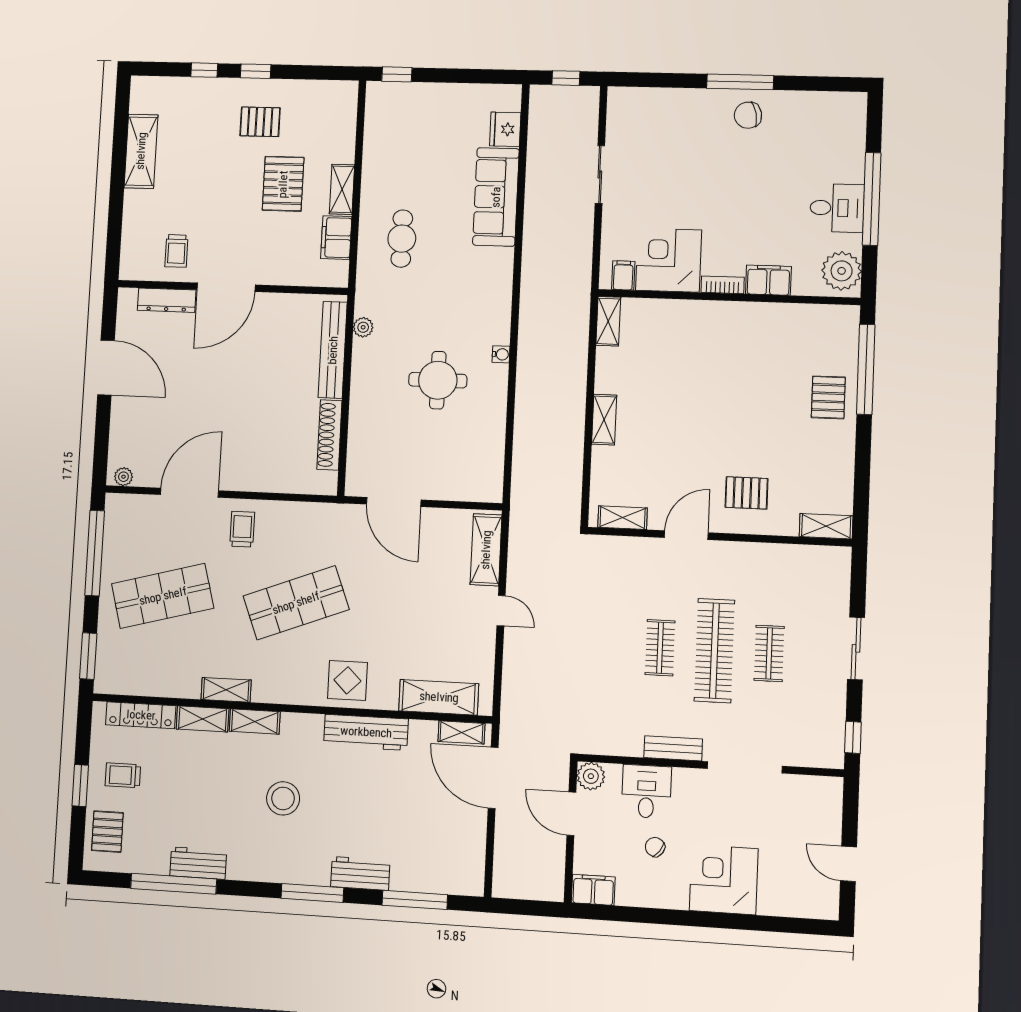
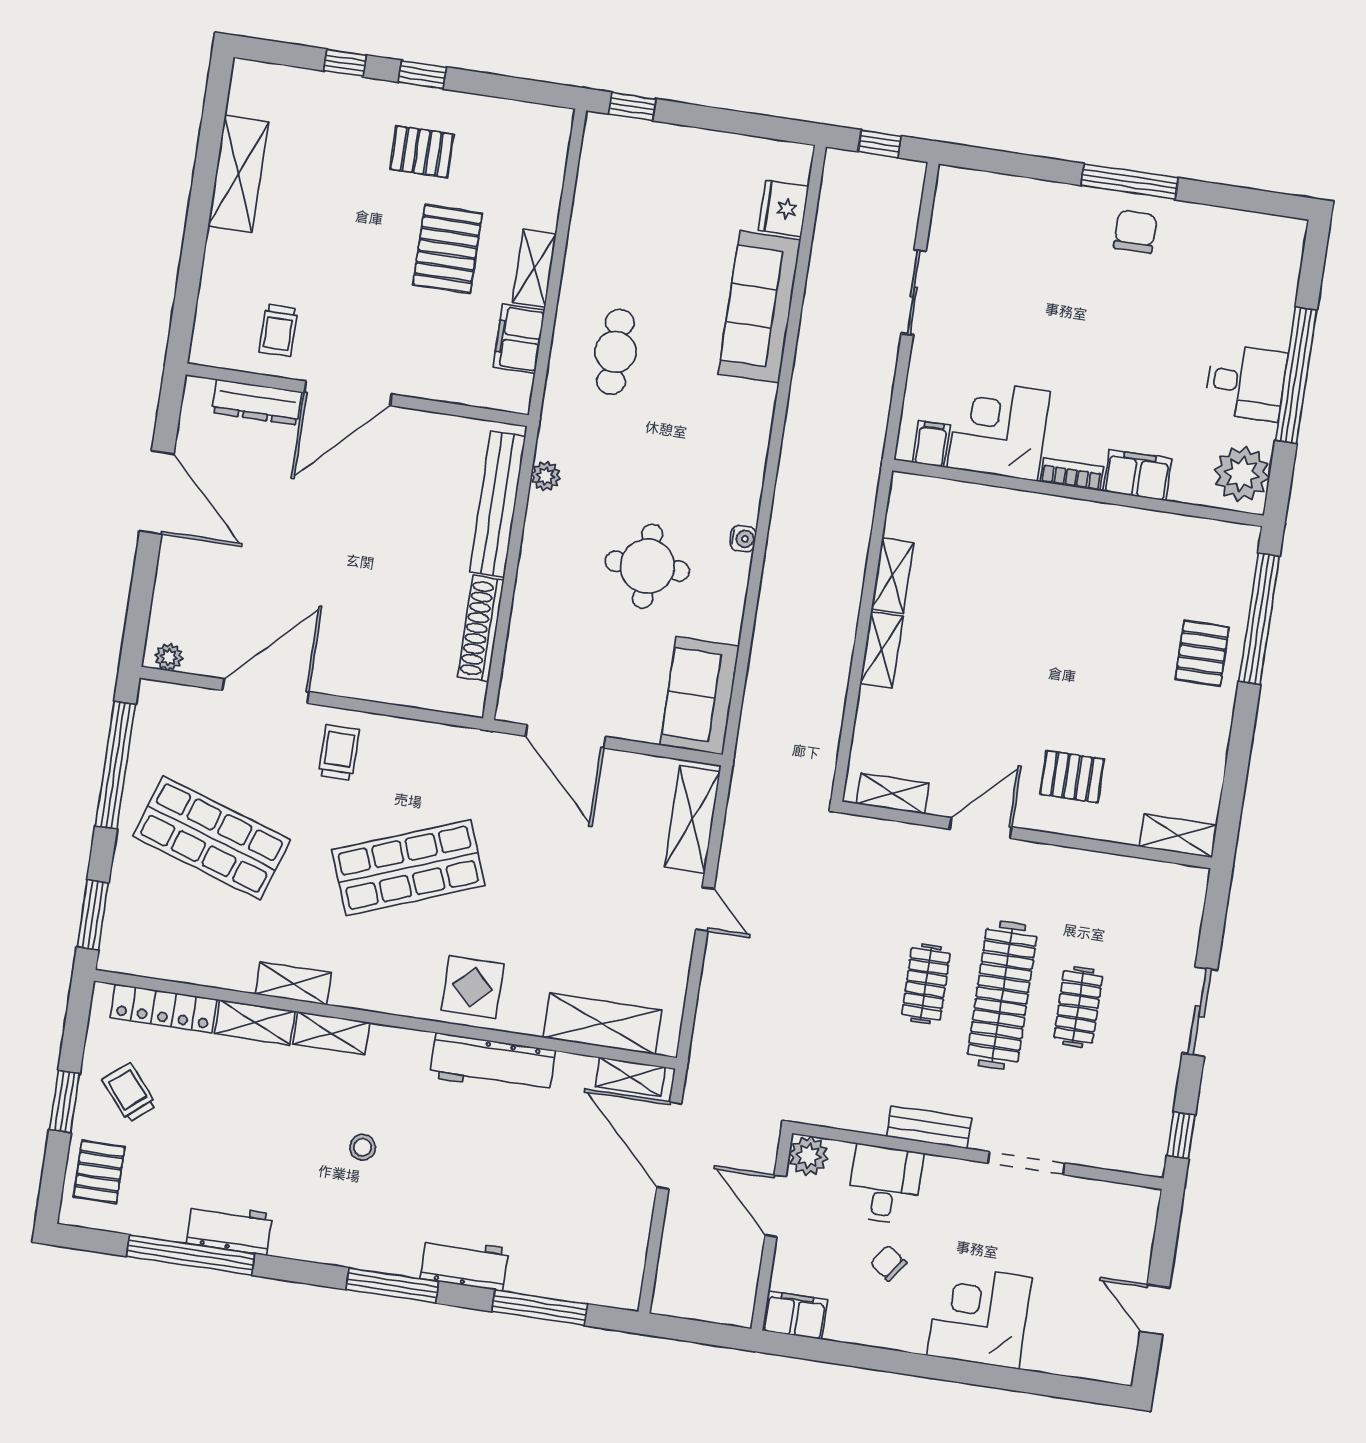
chair: (748, 115) -> (1135, 232), turned 102
shelving: (608, 321) -> (893, 576), moved
sofa: (482, 464) -> (700, 696), added
shop shelf: (163, 596) -> (212, 838), turned 33
doorway: (745, 767) -> (1026, 1163), width x0.73
trolley: (123, 775) -> (129, 1093), turned 50
stool: (283, 798) -> (362, 1147), width x0.53, depth x0.53

